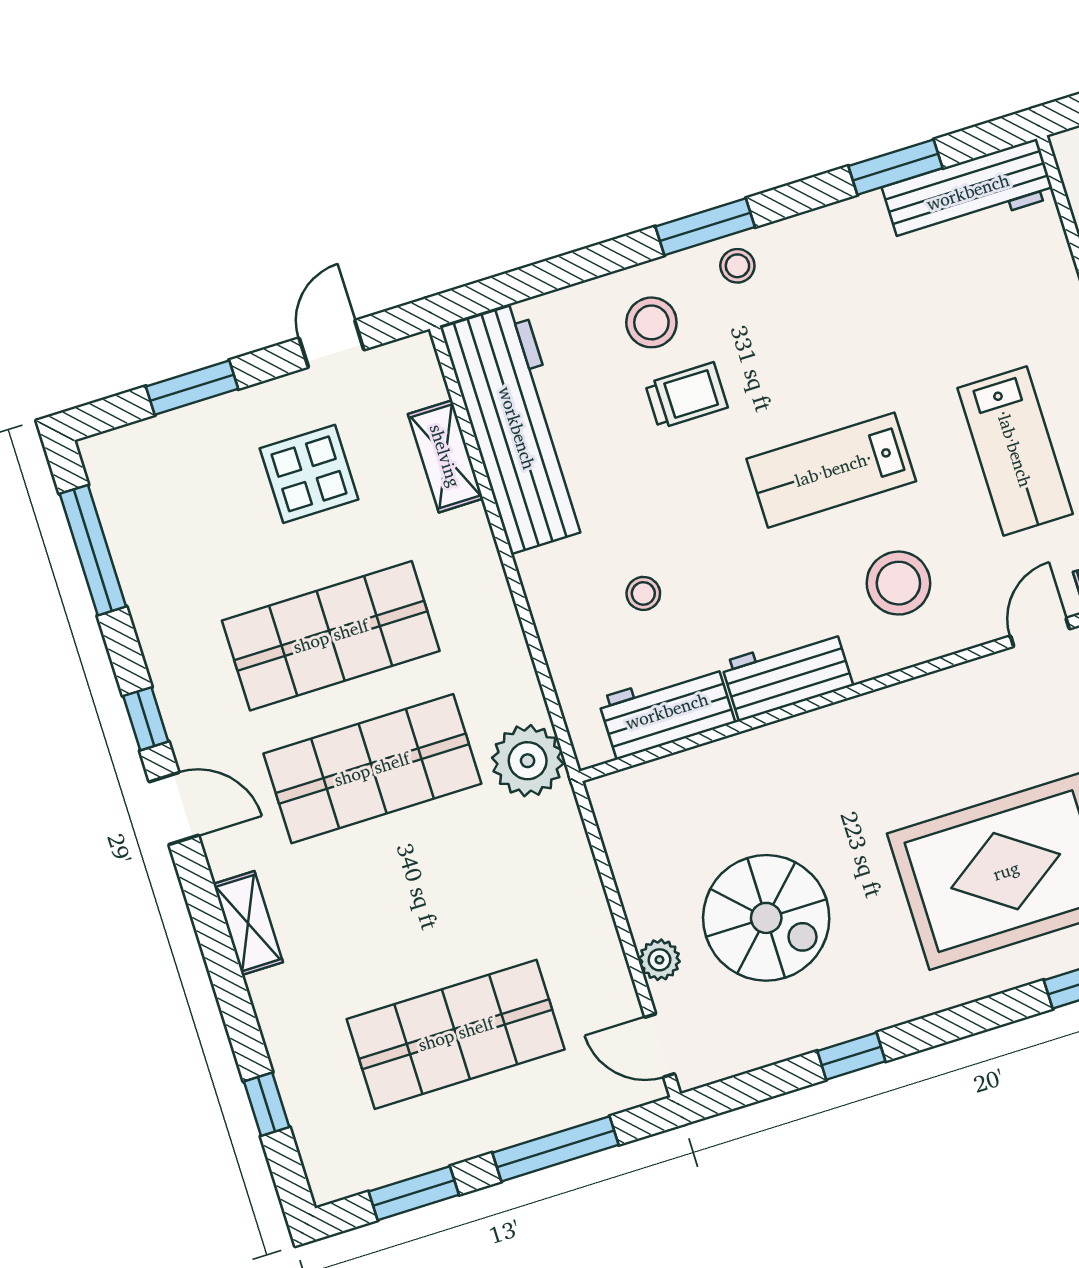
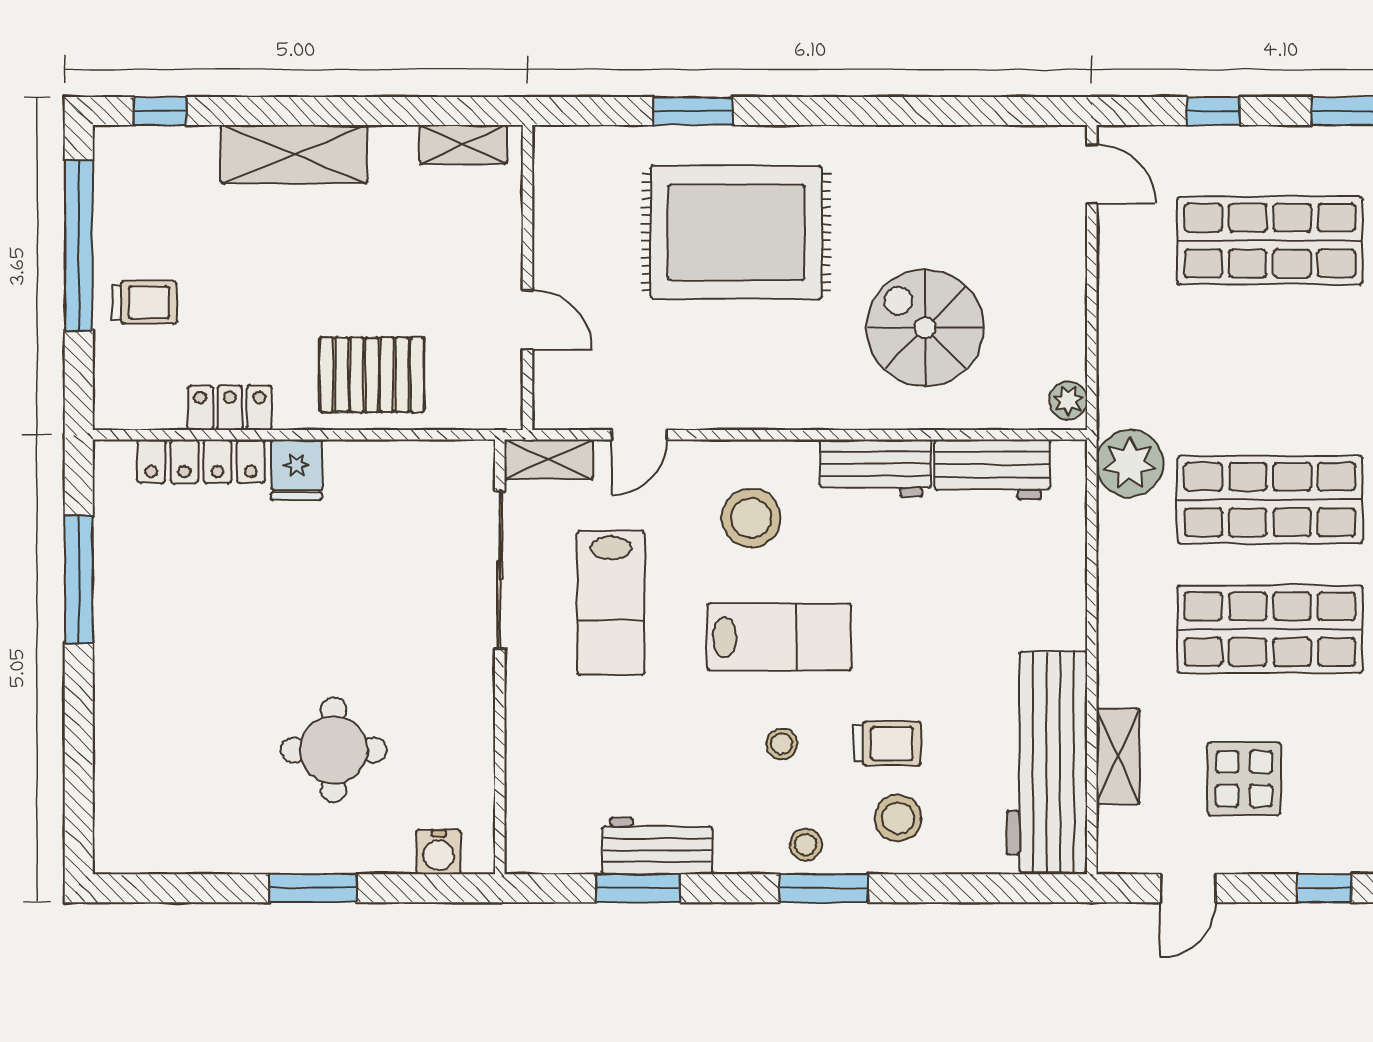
workbench: (968, 192) -> (657, 846), moved, width x0.73
window: (192, 388) -> (1324, 888), width x0.67
trolley: (686, 396) -> (887, 744), turned 180
lab bench: (1015, 451) -> (611, 603), turned 180
stool: (643, 593) -> (782, 744), moved
spiral stairs: (766, 918) -> (925, 328), moved
plant: (659, 960) -> (1068, 401), moved
window: (851, 1056) -> (925, 111), removed
window: (555, 1149) -> (1213, 111), width x0.46

